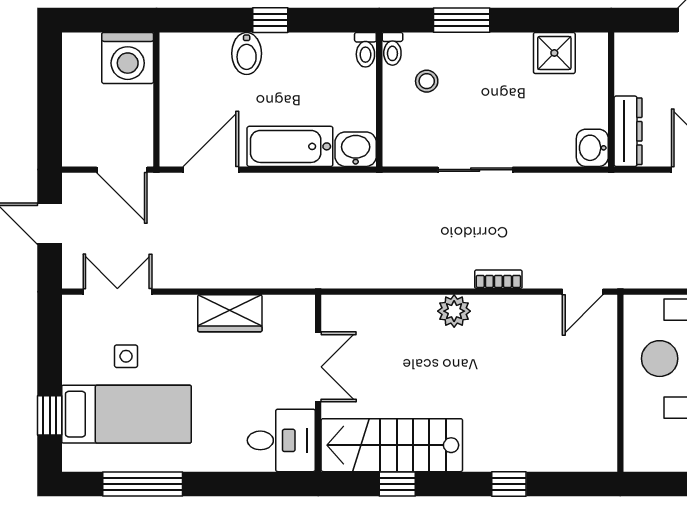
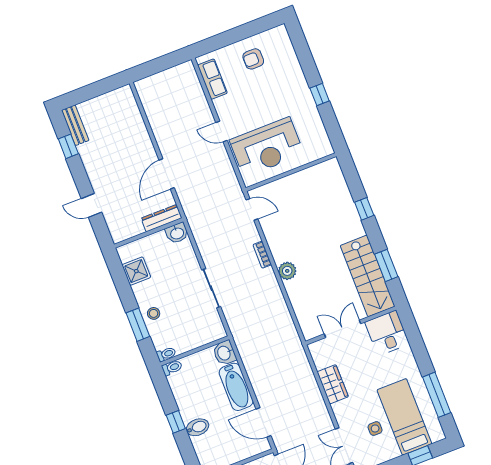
stool: (427, 81) -> (154, 313), moved
window: (397, 484) -> (386, 265), width x1.50

